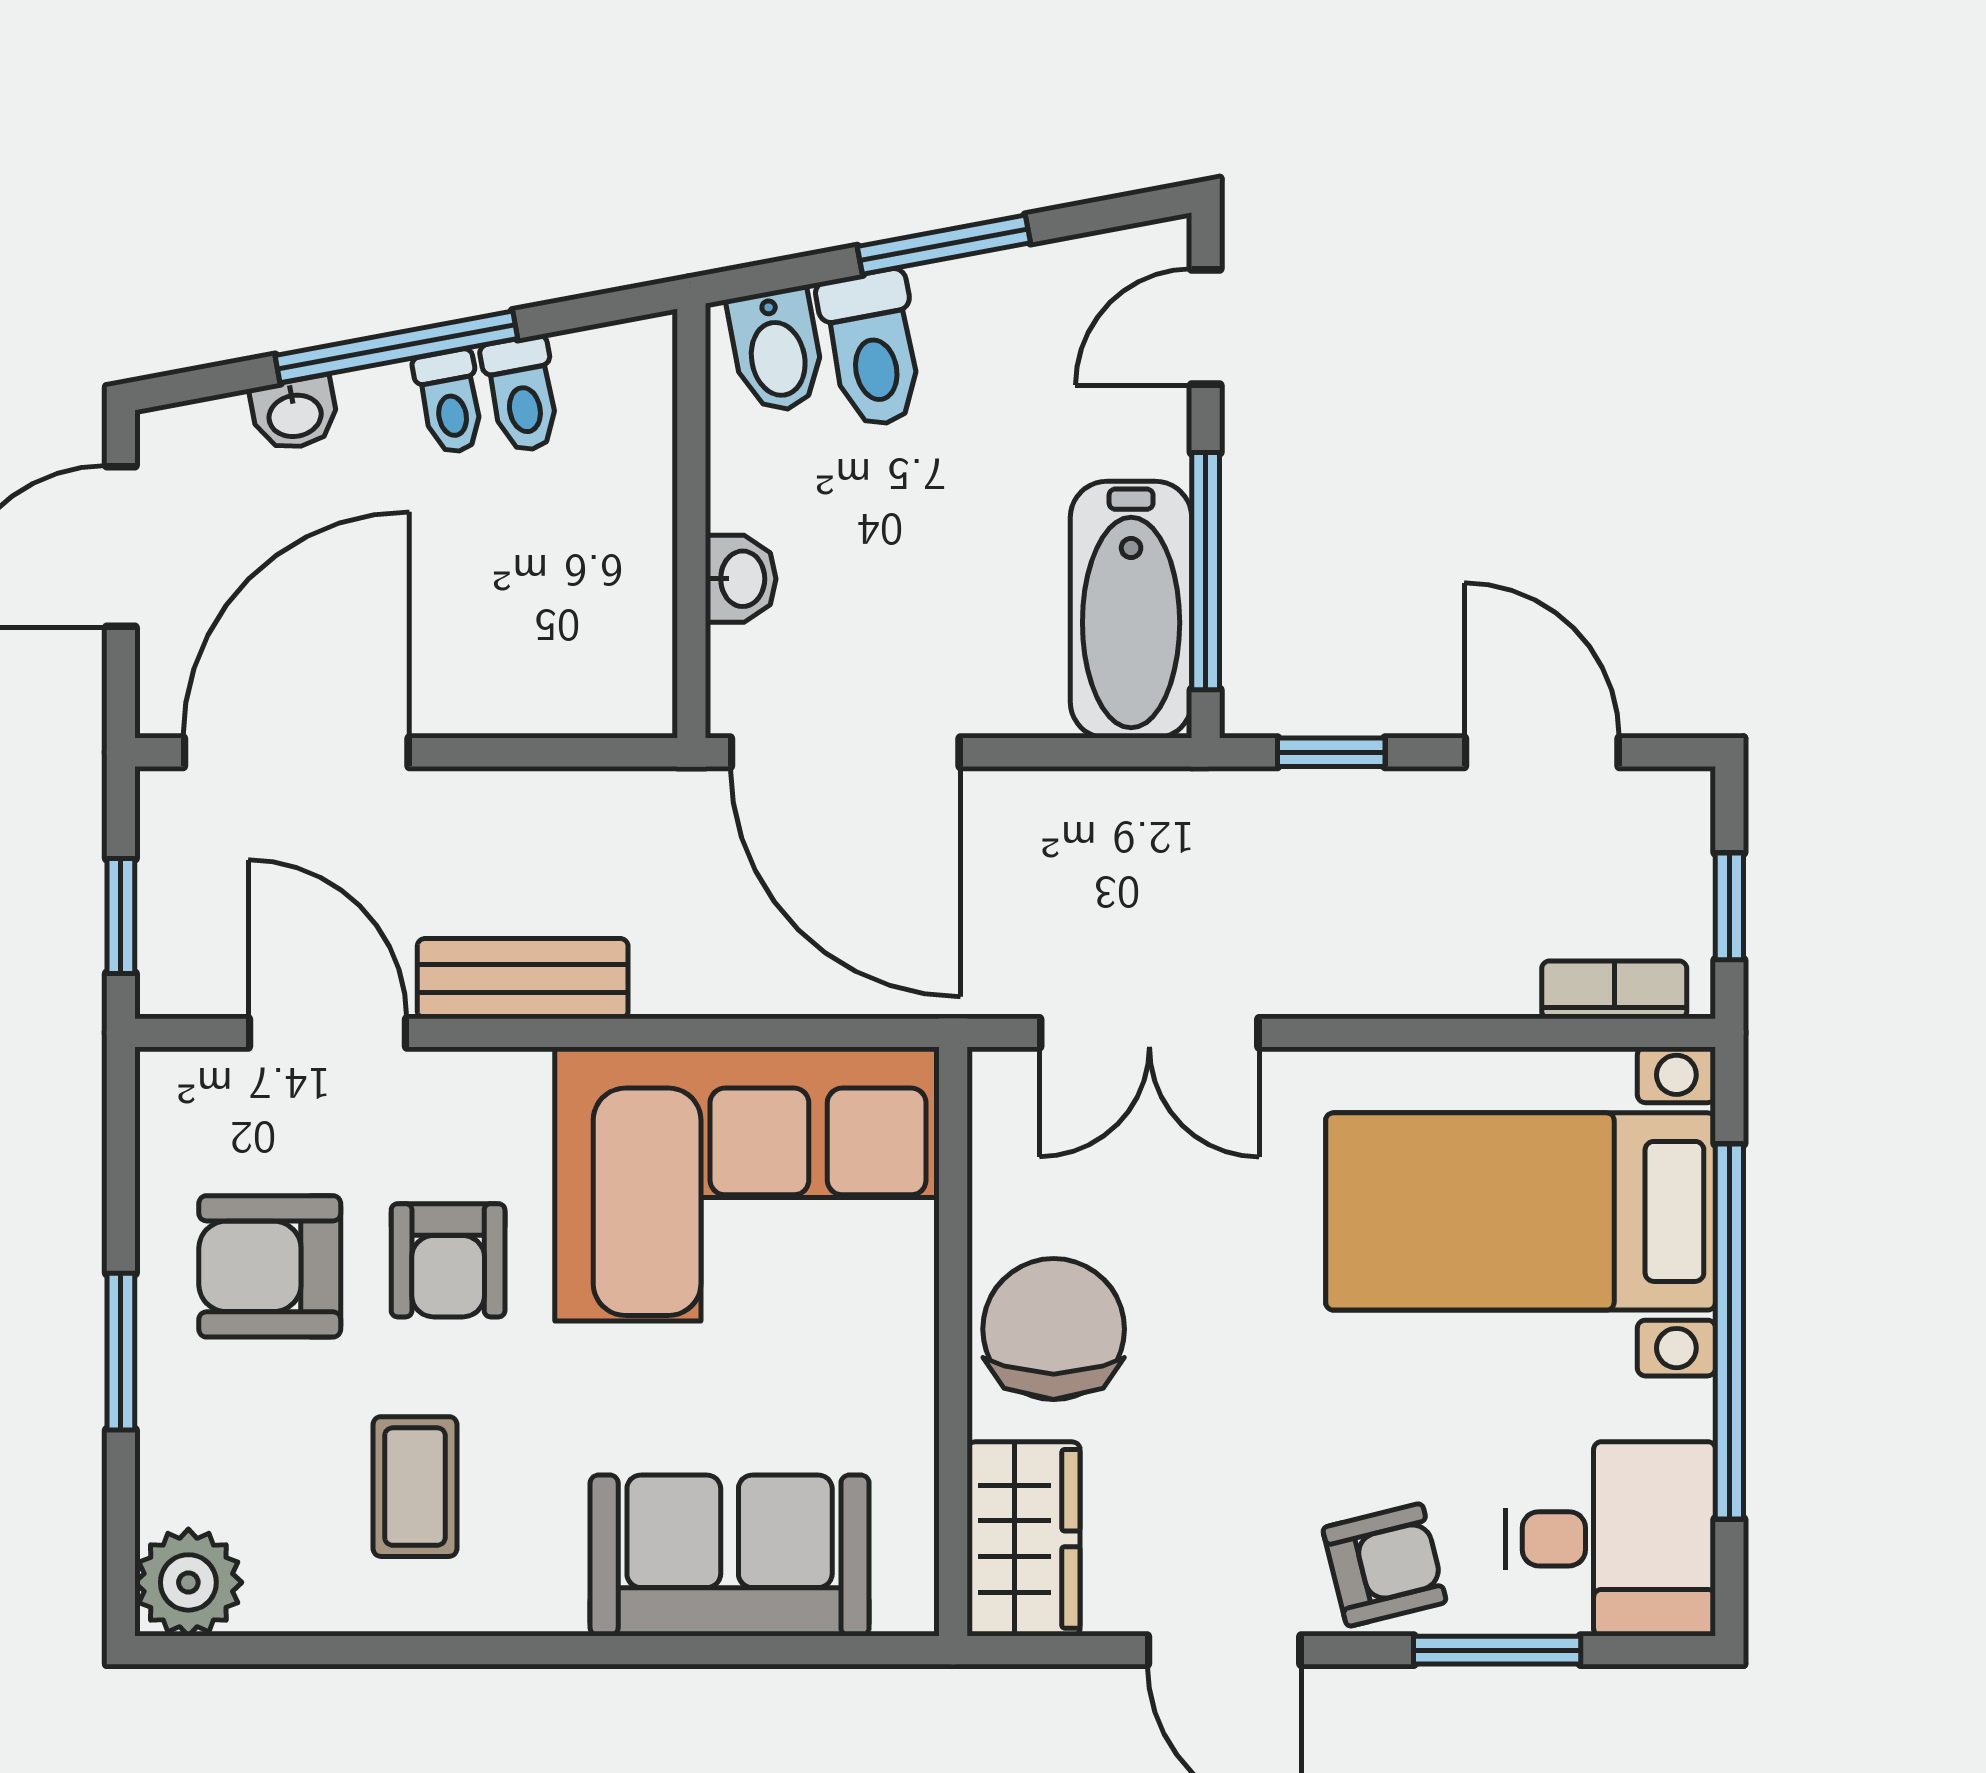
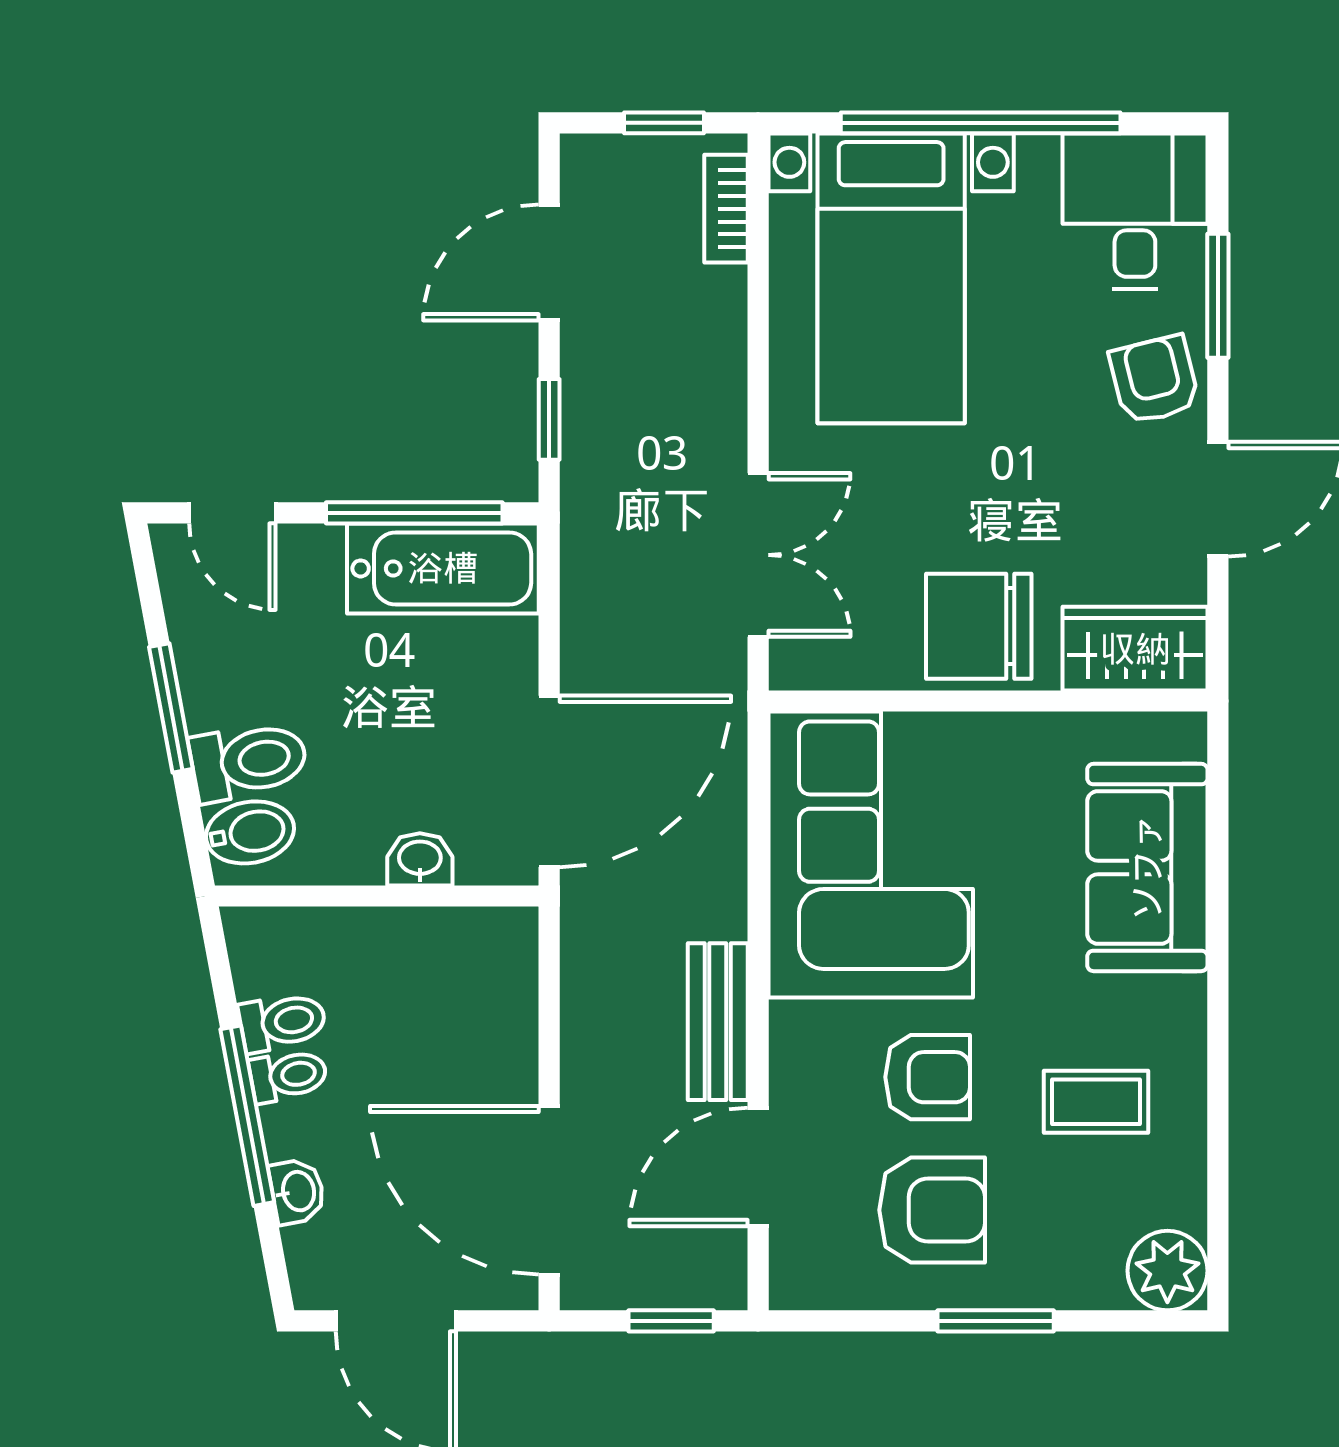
armchair: (270, 1266) -> (932, 1210), turned -90

